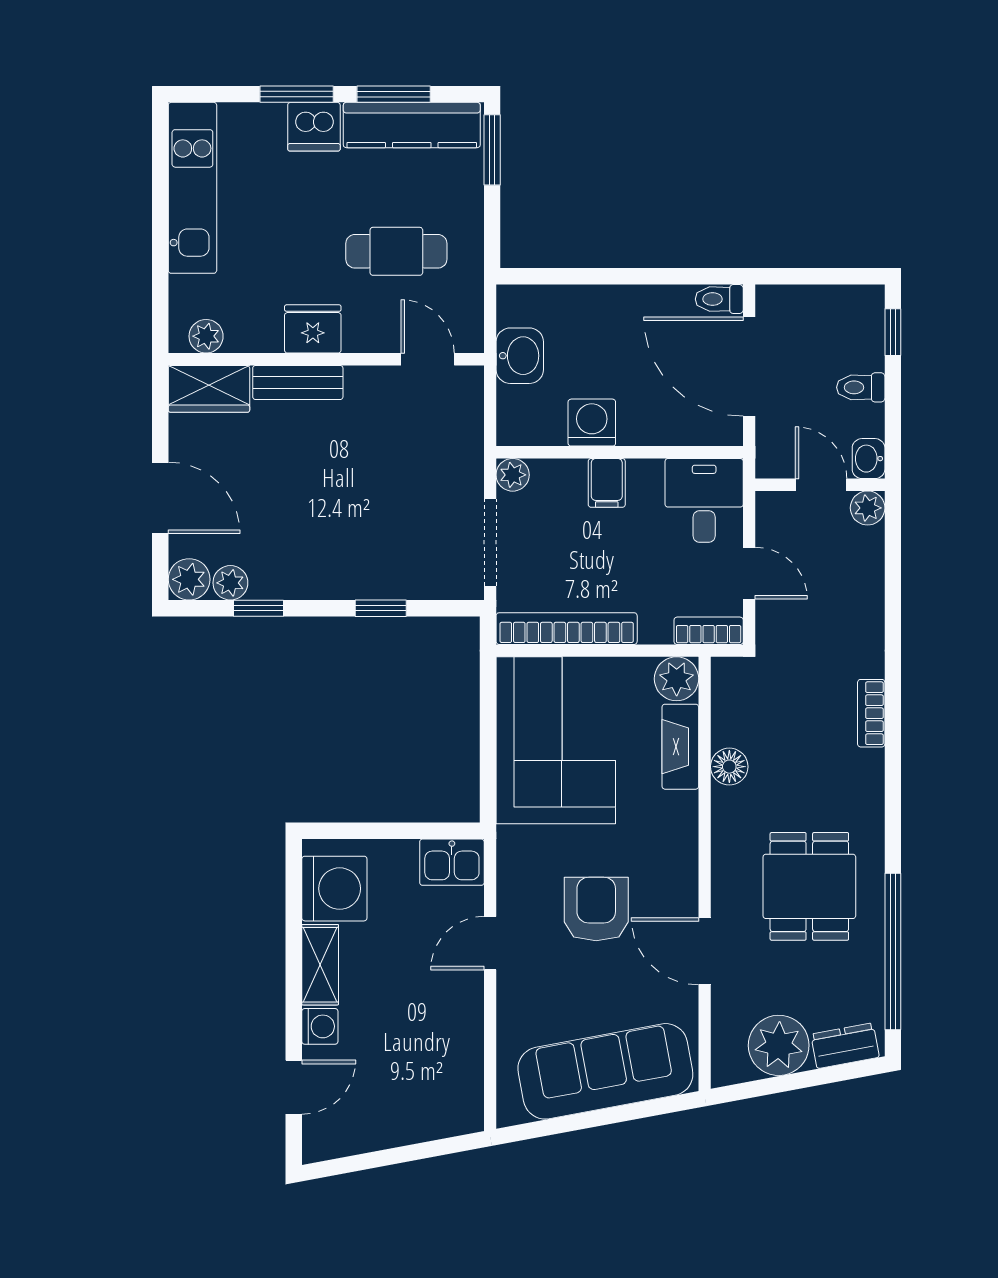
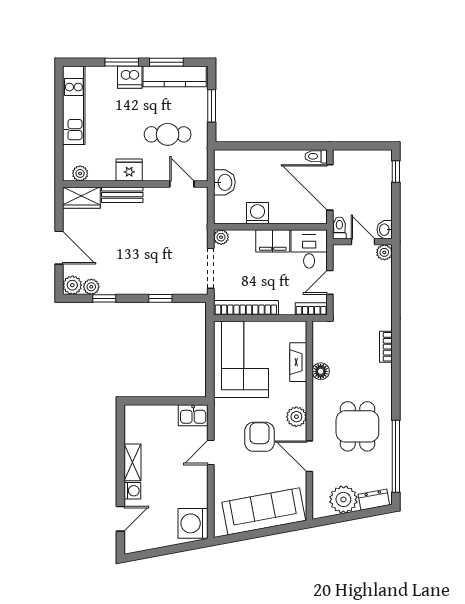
window: (492, 150) -> (212, 106), moved
toilet: (861, 387) -> (339, 228), moved, turned 90
filing cabinet: (607, 483) -> (273, 241), width x2.00
door: (749, 573) -> (330, 282), swing flipped
plant: (677, 679) -> (296, 417), moved
washing machine: (334, 889) -> (193, 523), moved, turned 180

